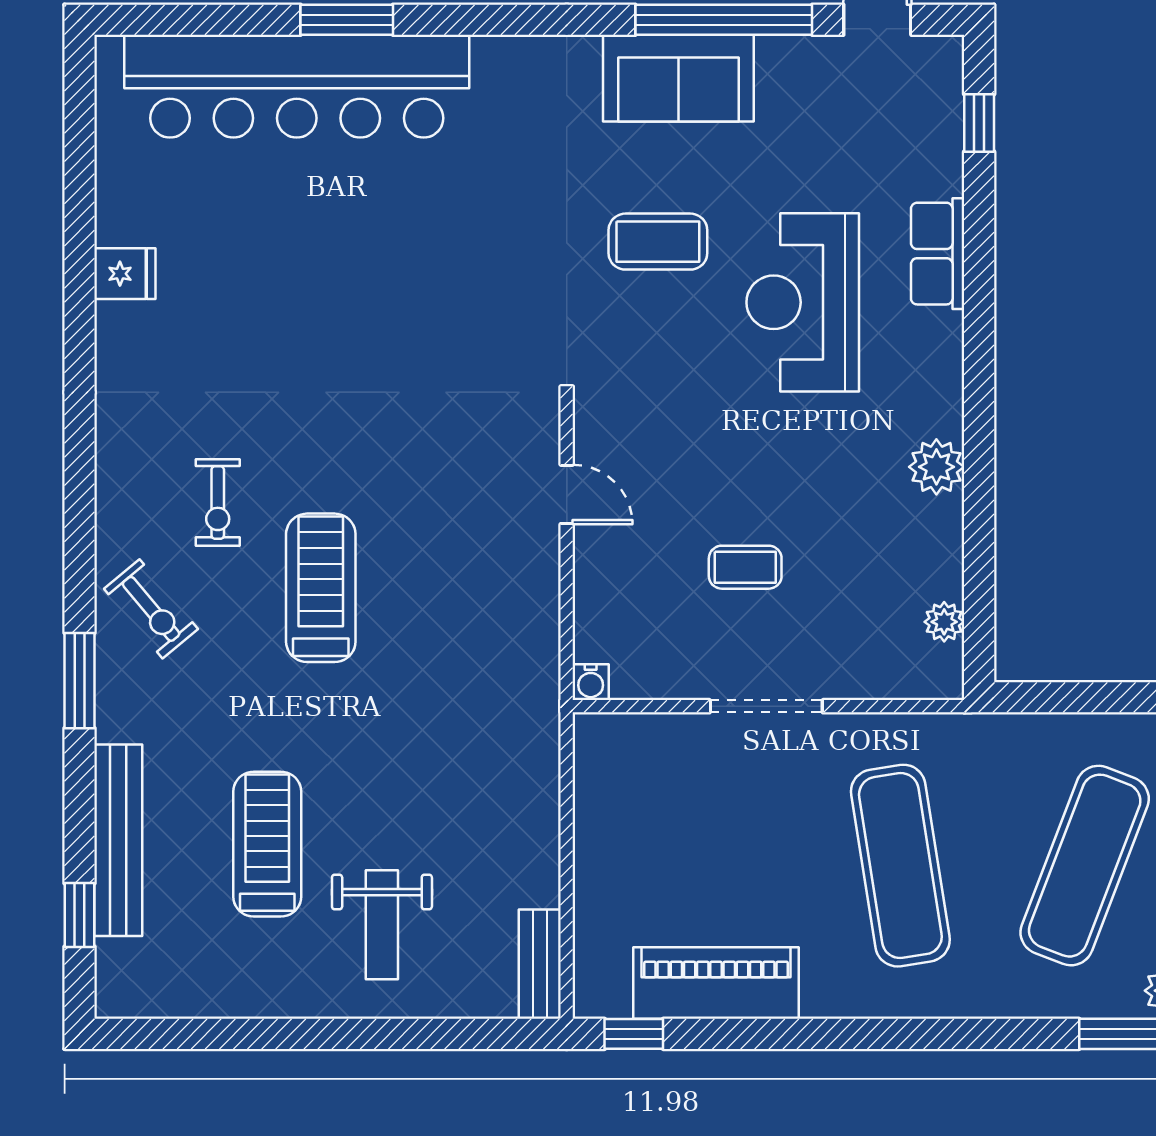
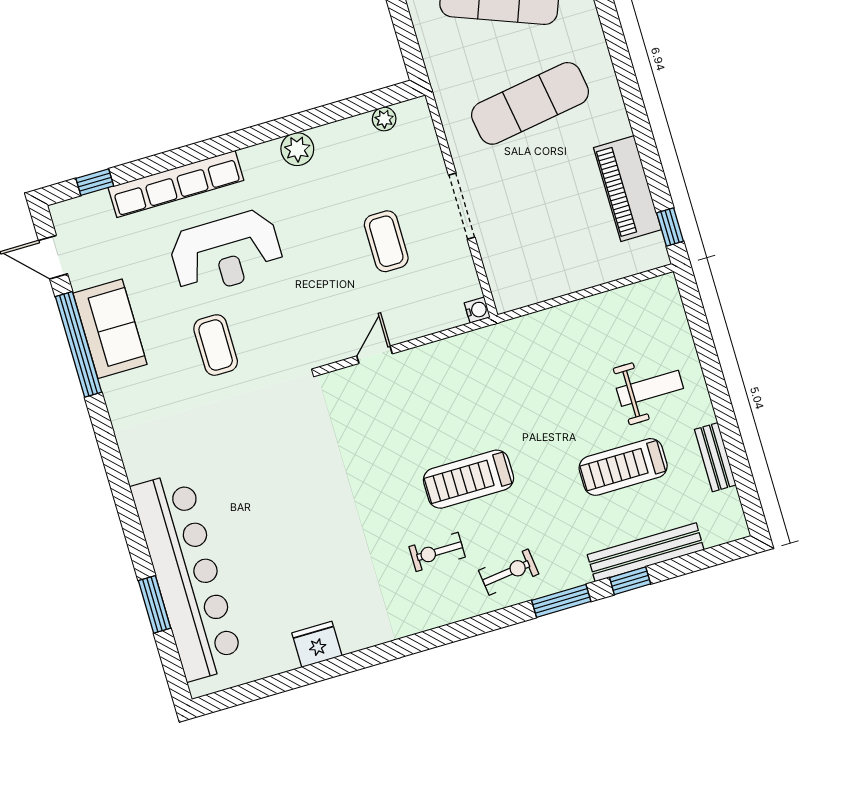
window: (347, 20) -> (155, 604), moved
sofa: (678, 78) -> (110, 329), moved
row of seats: (938, 254) -> (176, 184), width x2.02
fridge: (125, 274) -> (317, 644), width x1.38
exercise bike: (218, 502) -> (437, 552), turned 180
coffee table: (745, 567) -> (386, 241), width x1.36, depth x1.30
exercise bike: (151, 609) -> (509, 572), turned 33
window: (80, 915) -> (630, 581), moved
bench: (540, 964) -> (715, 457), moved, turned 90

